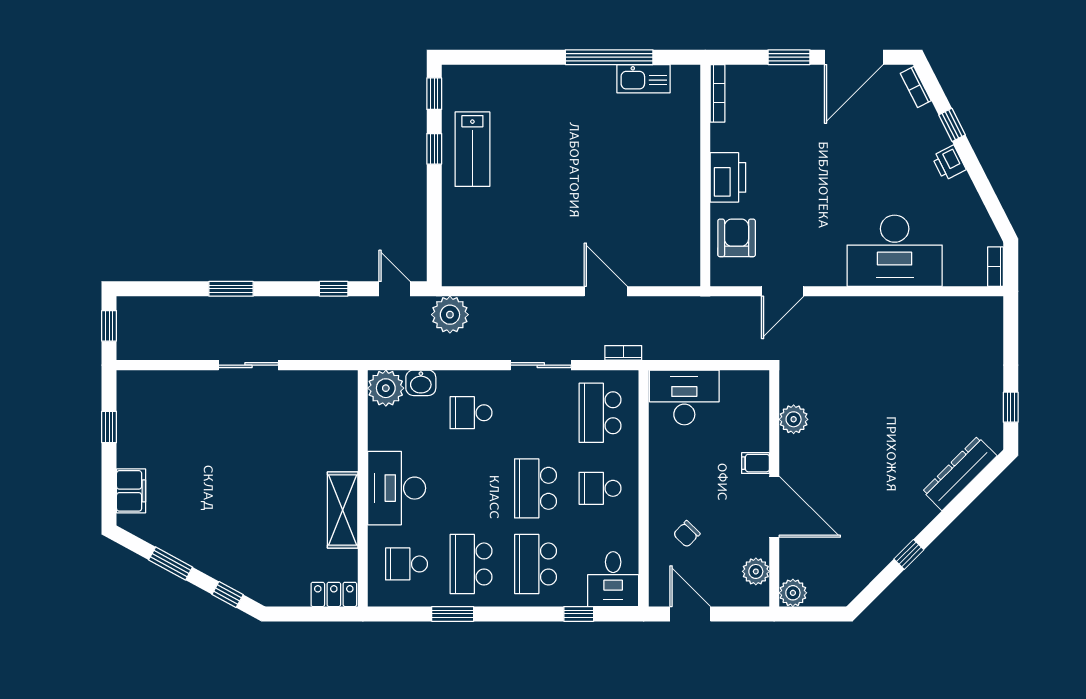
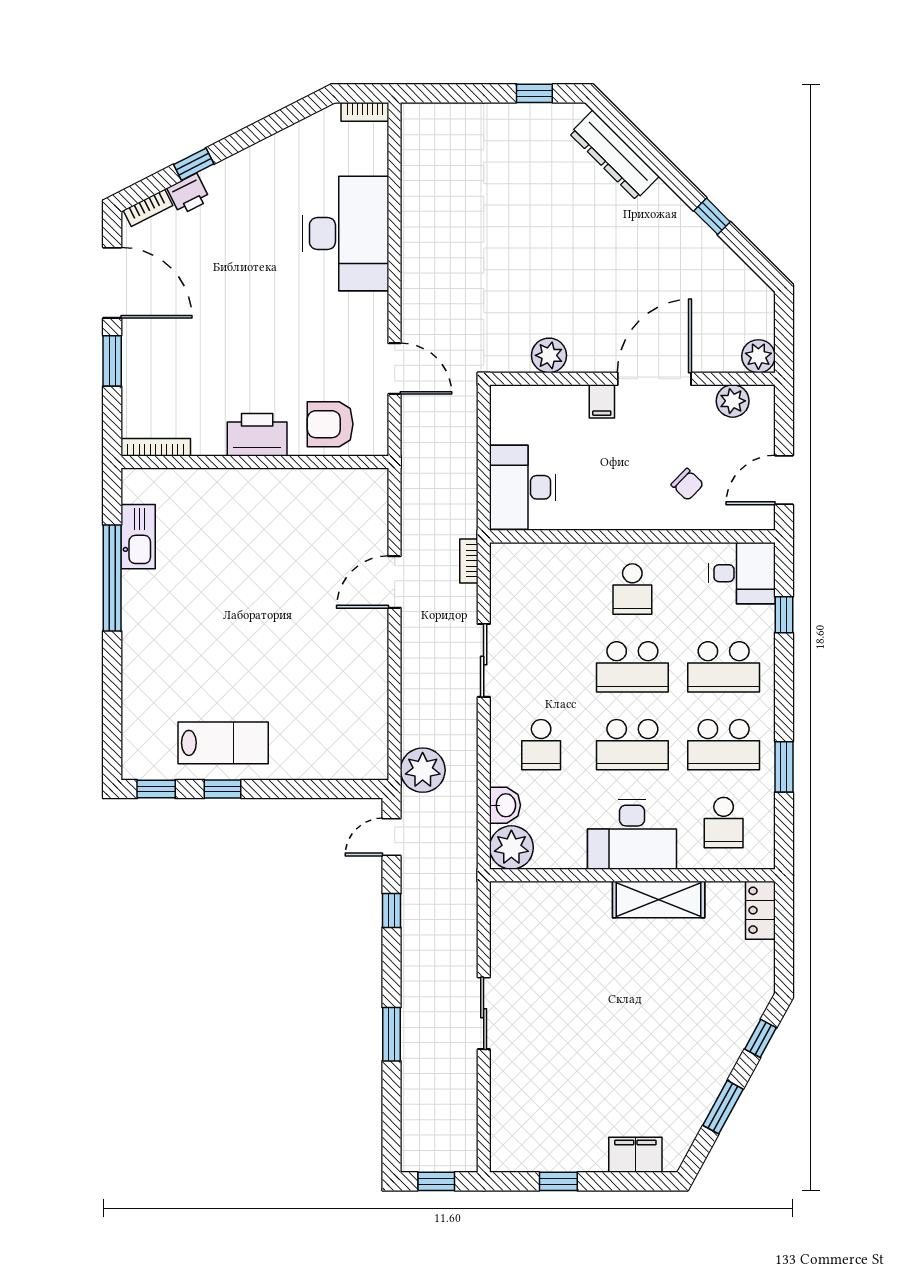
printer: (949, 163) -> (189, 194), moved
school desk: (600, 413) -> (632, 745), moved

